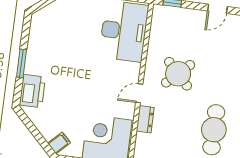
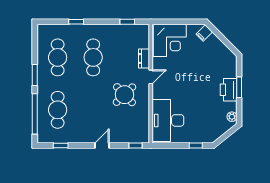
plant: (36, 25) -> (232, 117), added
printer: (32, 91) -> (229, 90), moved

